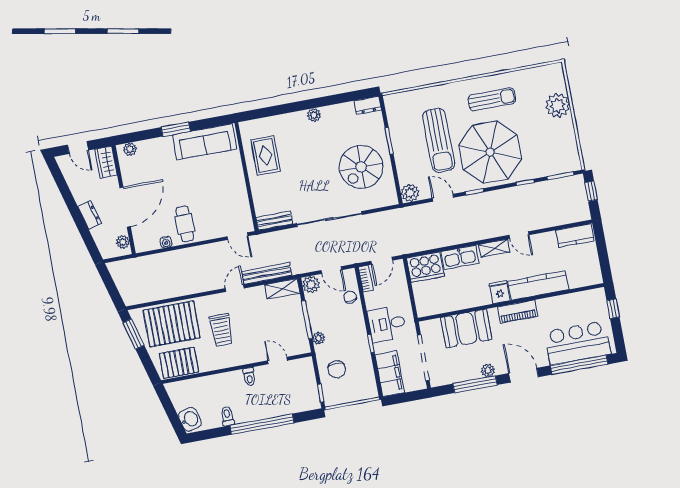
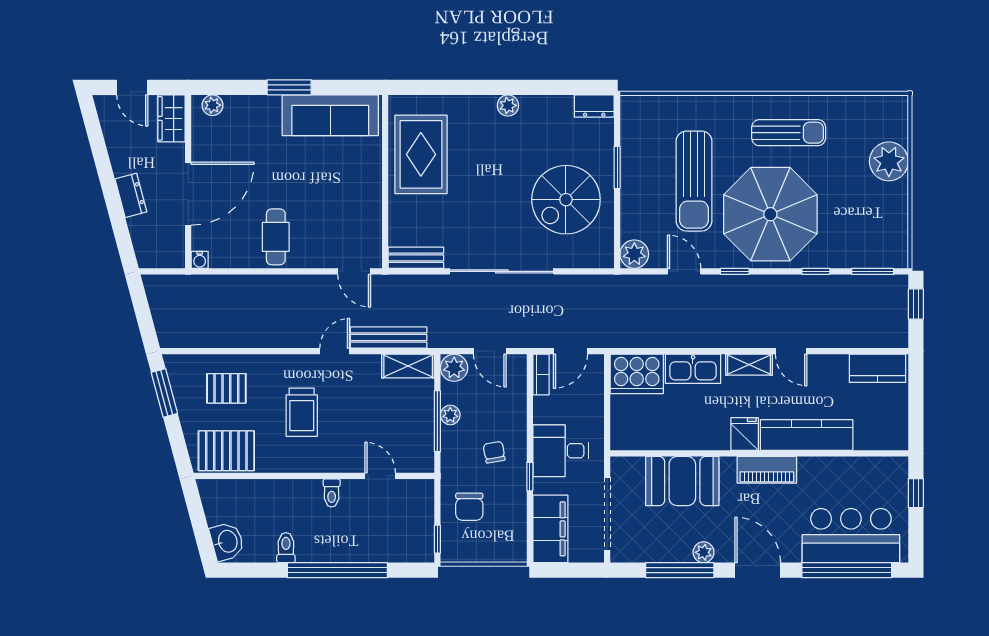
rug: (266, 156) -> (421, 154), width x1.36, depth x1.43
plant: (123, 242) -> (175, 247), removed
water cooler: (166, 242) -> (200, 260), moved
chair: (350, 297) -> (494, 452), moved
pallet: (172, 324) -> (226, 388), width x0.49, depth x0.50
plant: (319, 338) -> (450, 415), moved

